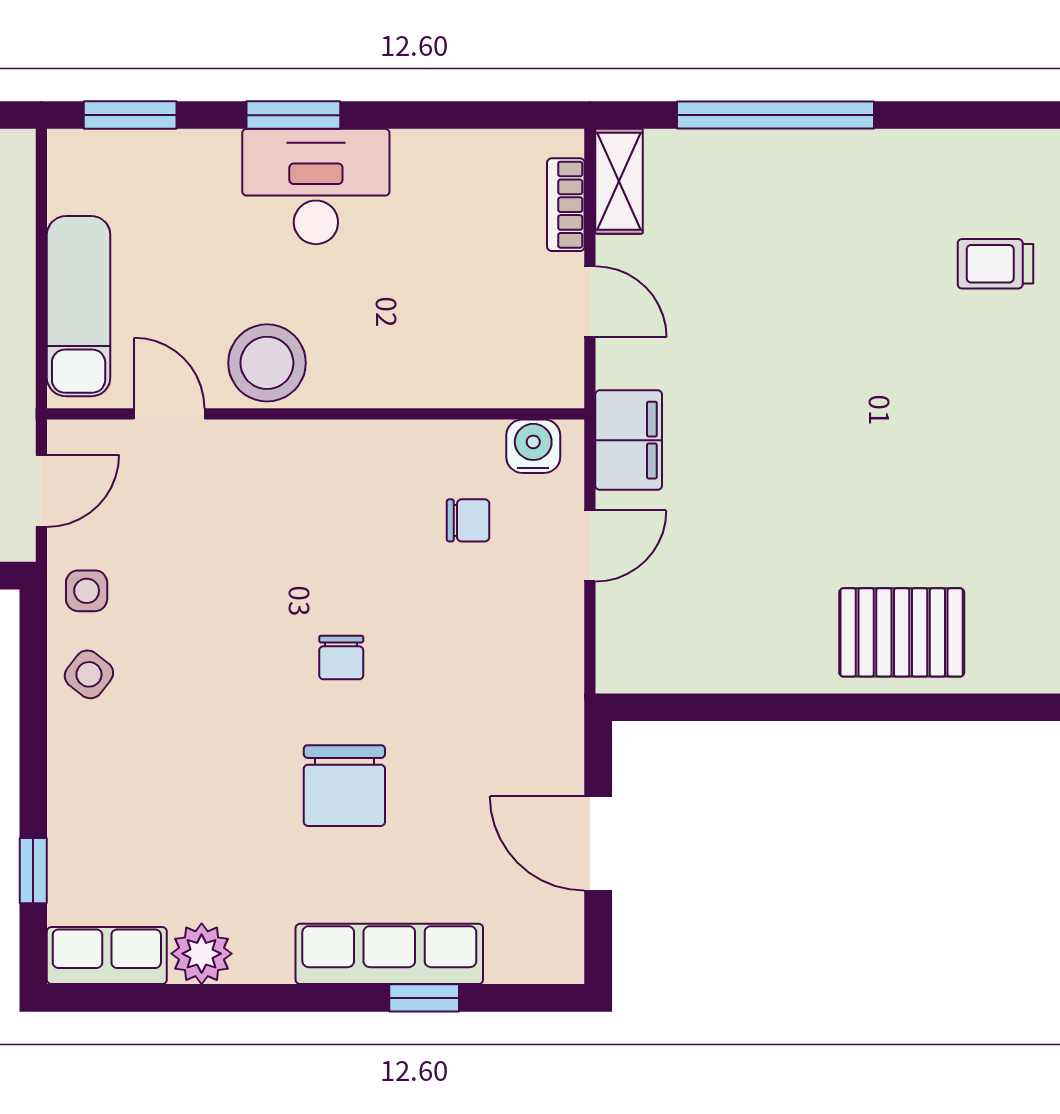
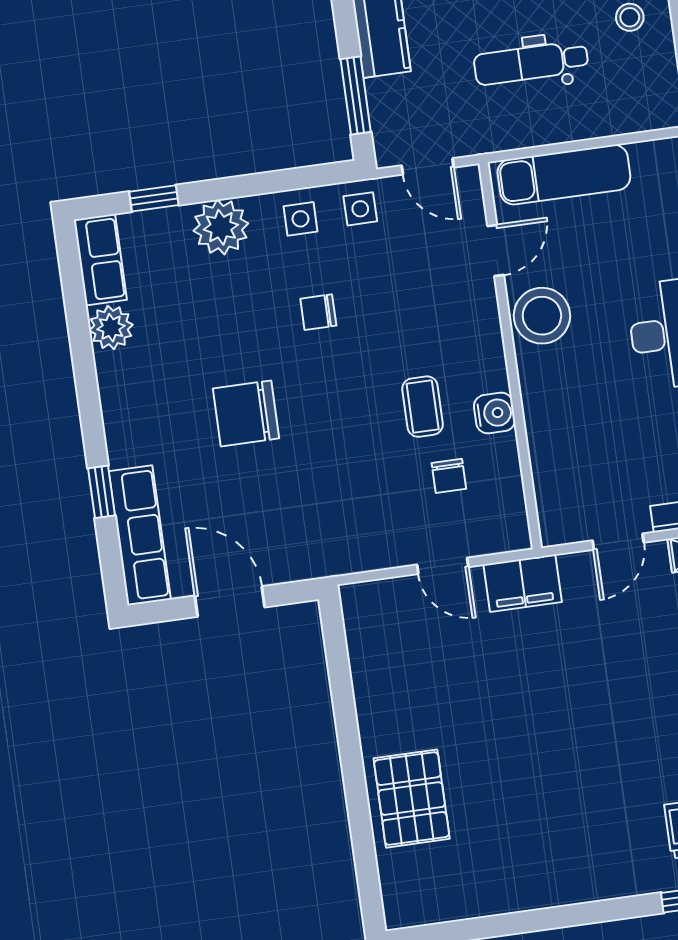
water cooler: (533, 446) -> (494, 413), moved
coffee table: (368, 543) -> (423, 407), added
chair: (341, 658) -> (318, 312), moved
side table: (89, 674) -> (300, 219), turned -38
plant: (85, 785) -> (221, 227), added
door: (598, 843) -> (230, 601), hinge flipped
row of seats: (389, 954) -> (140, 535), moved

